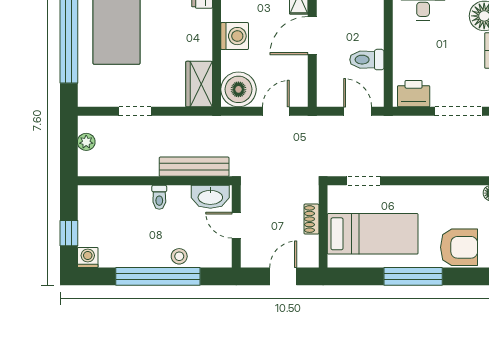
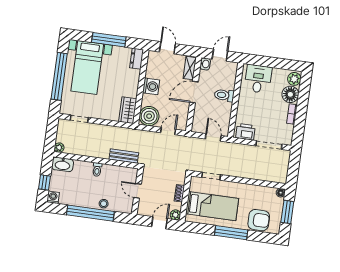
toilet: (367, 60) -> (224, 95), moved
doorway: (135, 111) -> (79, 119), moved
plant: (86, 142) -> (59, 148), moved
bench: (194, 167) -> (124, 156), width x0.73
washbasin: (210, 197) -> (63, 164), moved
plant: (310, 259) -> (175, 215), added

